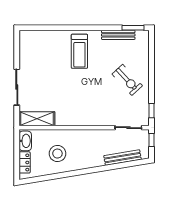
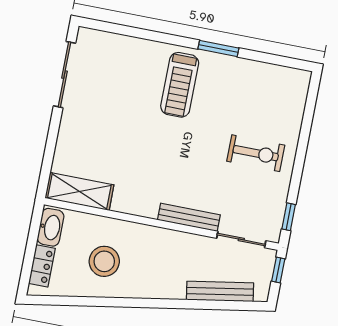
window: (133, 28) -> (218, 48), moved
bench: (118, 35) -> (189, 217), moved
exercise bike: (127, 80) -> (256, 153), turned -47
sliding door: (17, 87) -> (64, 75), moved

